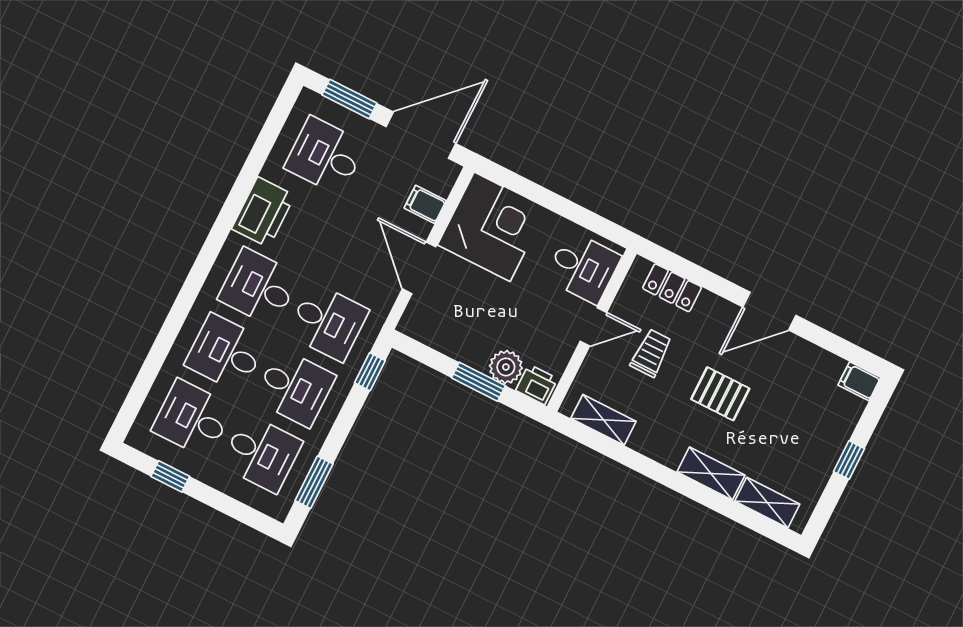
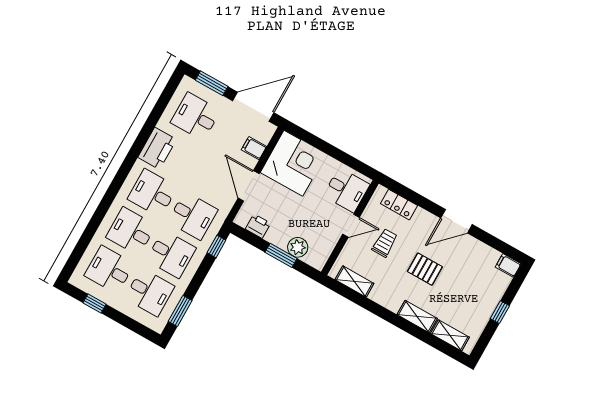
printer: (537, 385) -> (258, 226), moved

